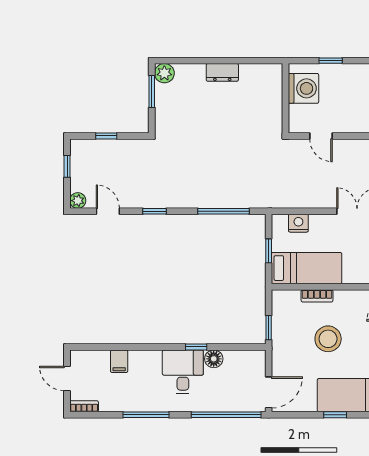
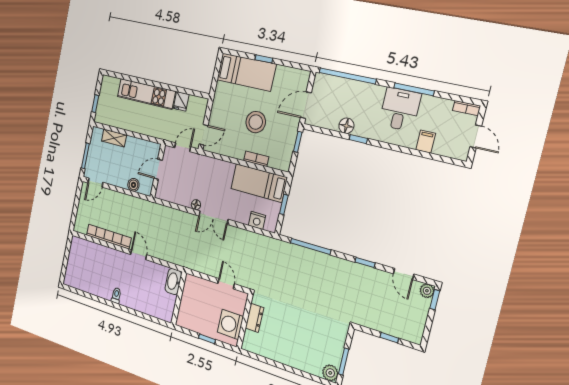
dresser: (222, 72) -> (254, 318), moved, turned 90
window: (67, 166) -> (435, 300), moved
desk: (183, 372) -> (400, 109), moved, turned 180
door: (269, 392) -> (306, 105), moved

